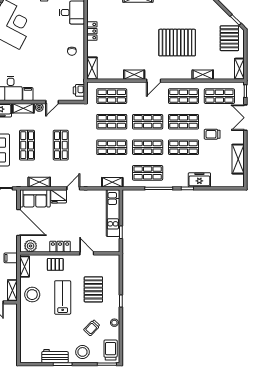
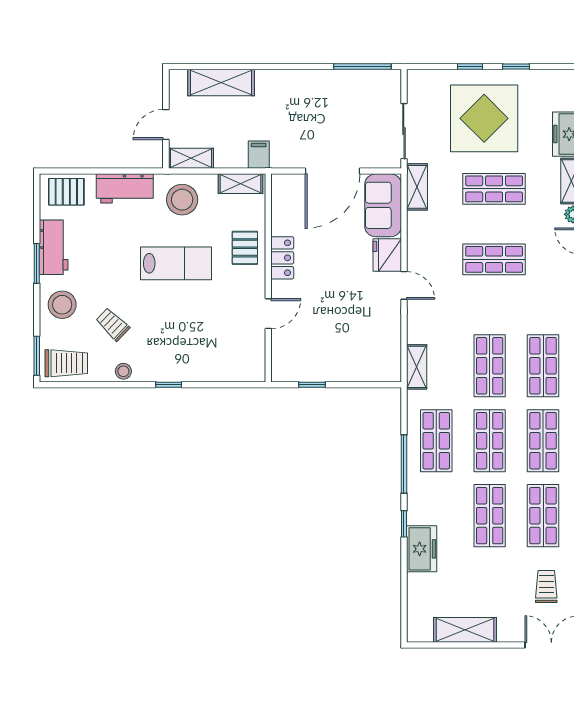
trolley: (212, 134) -> (546, 587), moved
shelving: (39, 182) -> (417, 187), moved
kitchen unit: (113, 213) -> (352, 368), removed
plant: (31, 246) -> (284, 196), removed
pallet: (93, 289) -> (66, 192), moved, width x0.67, depth x0.71
workbench: (27, 322) -> (125, 188), added

